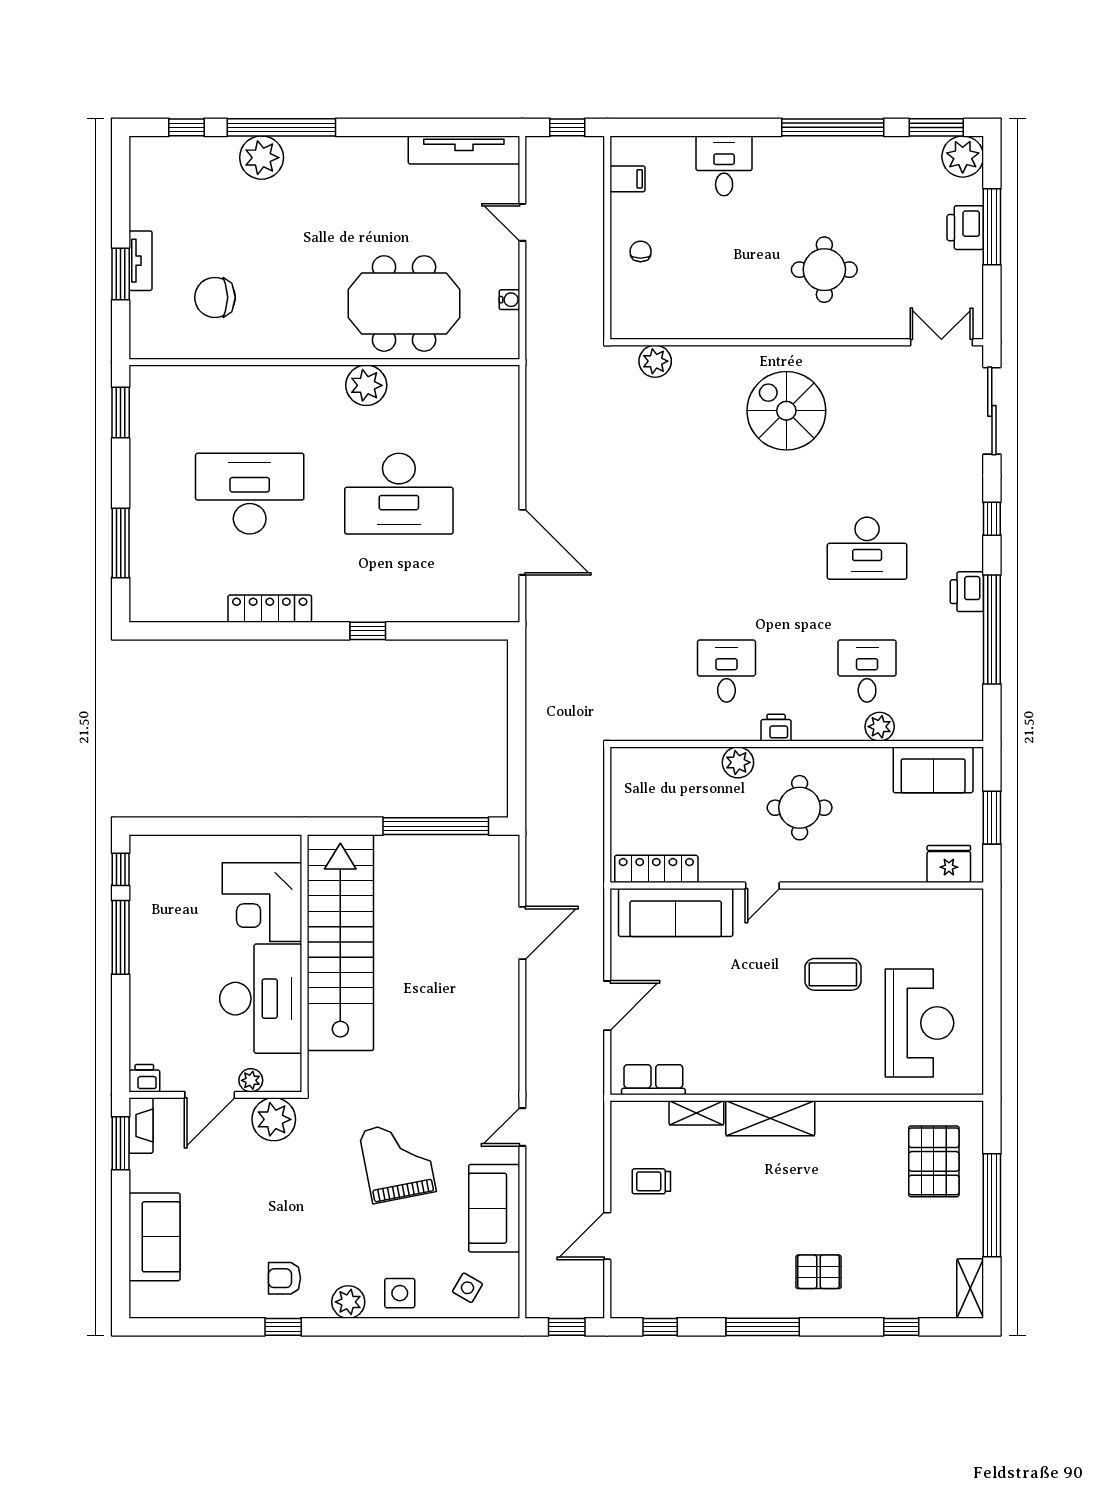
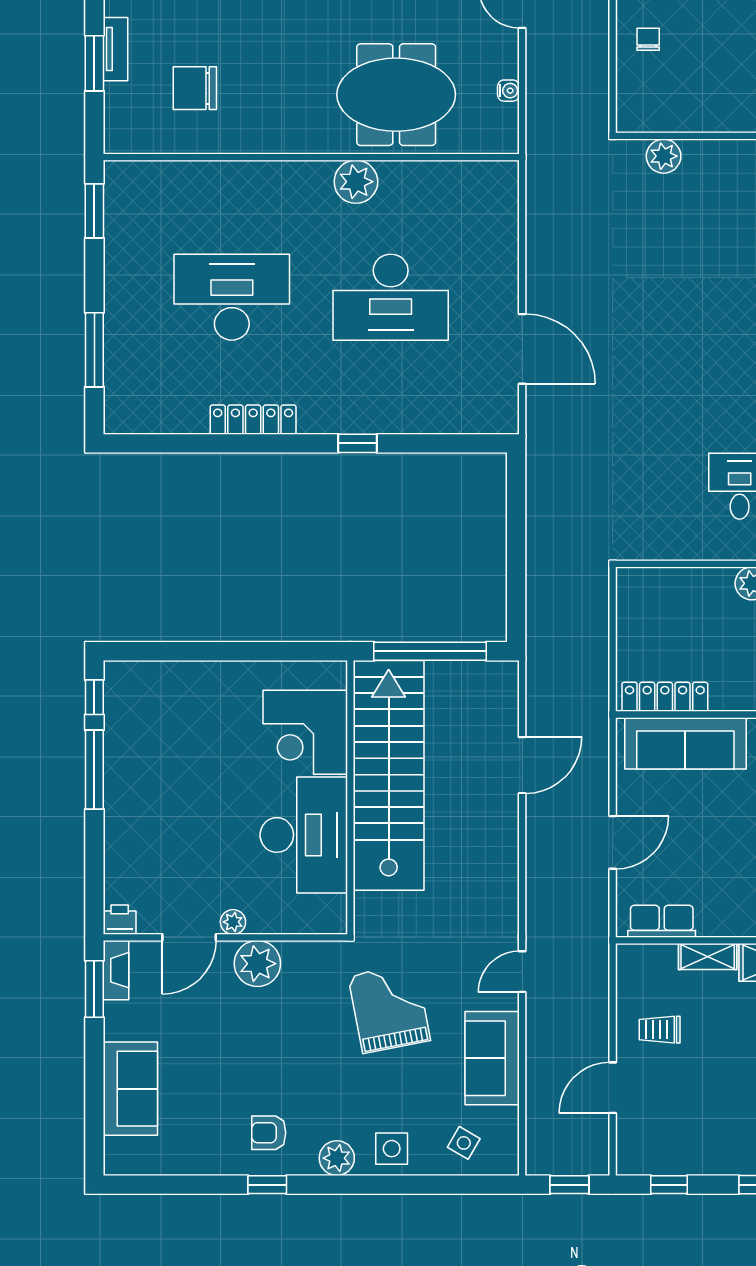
corner desk: (262, 902) -> (305, 732), moved
stairs: (340, 943) -> (389, 775), moved
wall: (304, 963) -> (350, 797), moved
desk: (261, 999) -> (304, 835), moved

